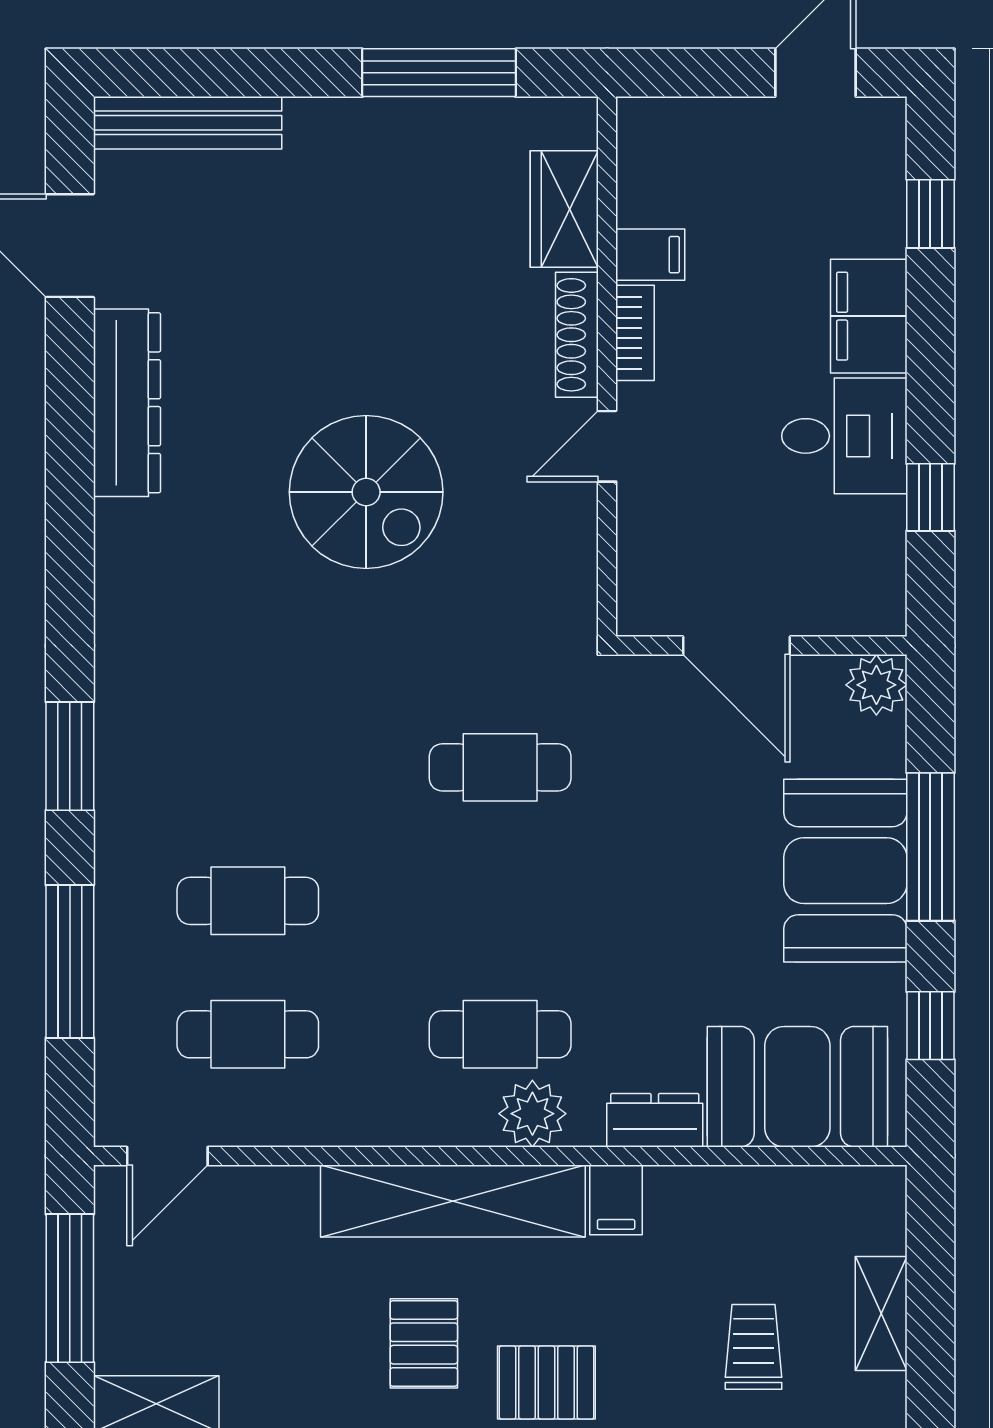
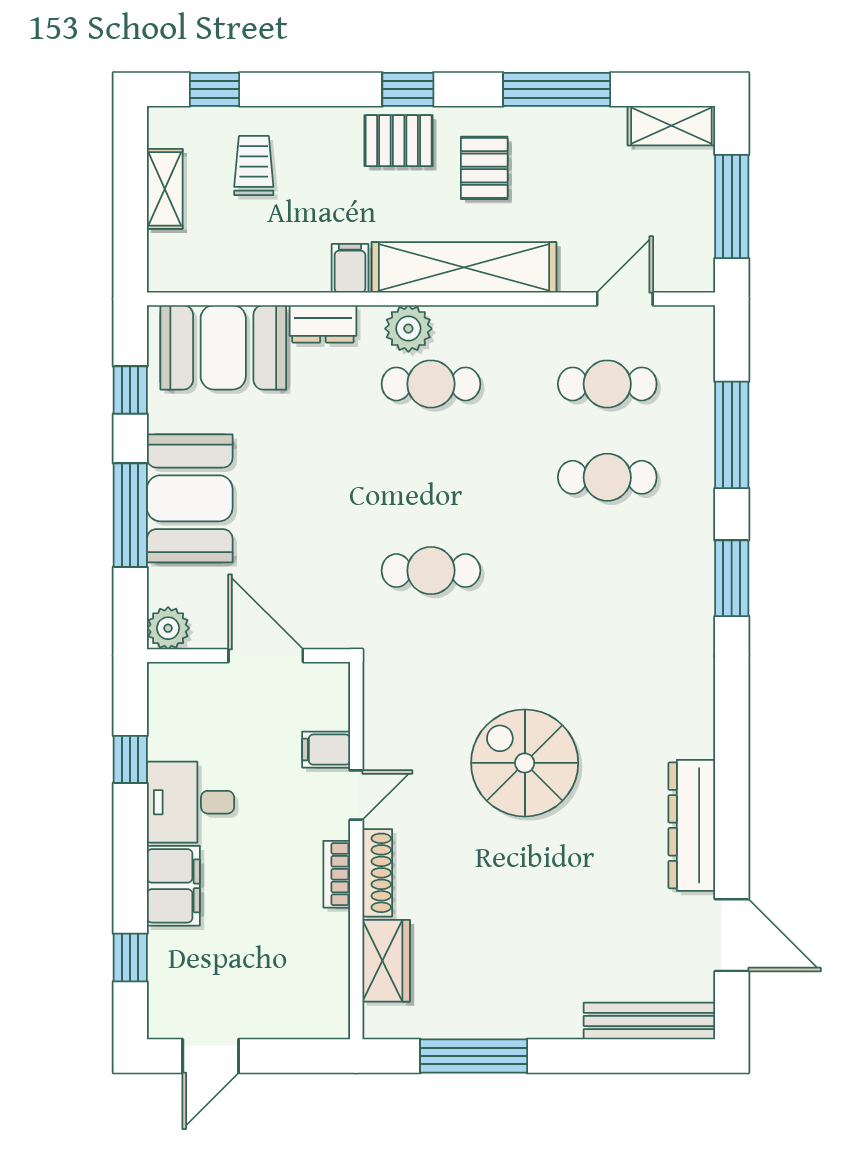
filing cabinet: (650, 255) -> (326, 750), moved
door: (167, 1156) -> (625, 299), moved
trolley: (754, 1347) -> (254, 166), turned 180

